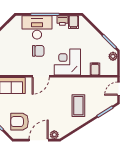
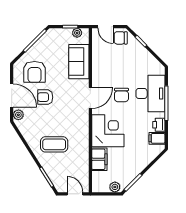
filing cabinet: (95, 69) -> (99, 159), width x2.00
door: (41, 76) -> (90, 98), swing flipped
armchair: (40, 113) -> (45, 97), added
armchair: (20, 122) -> (35, 72), turned 180

